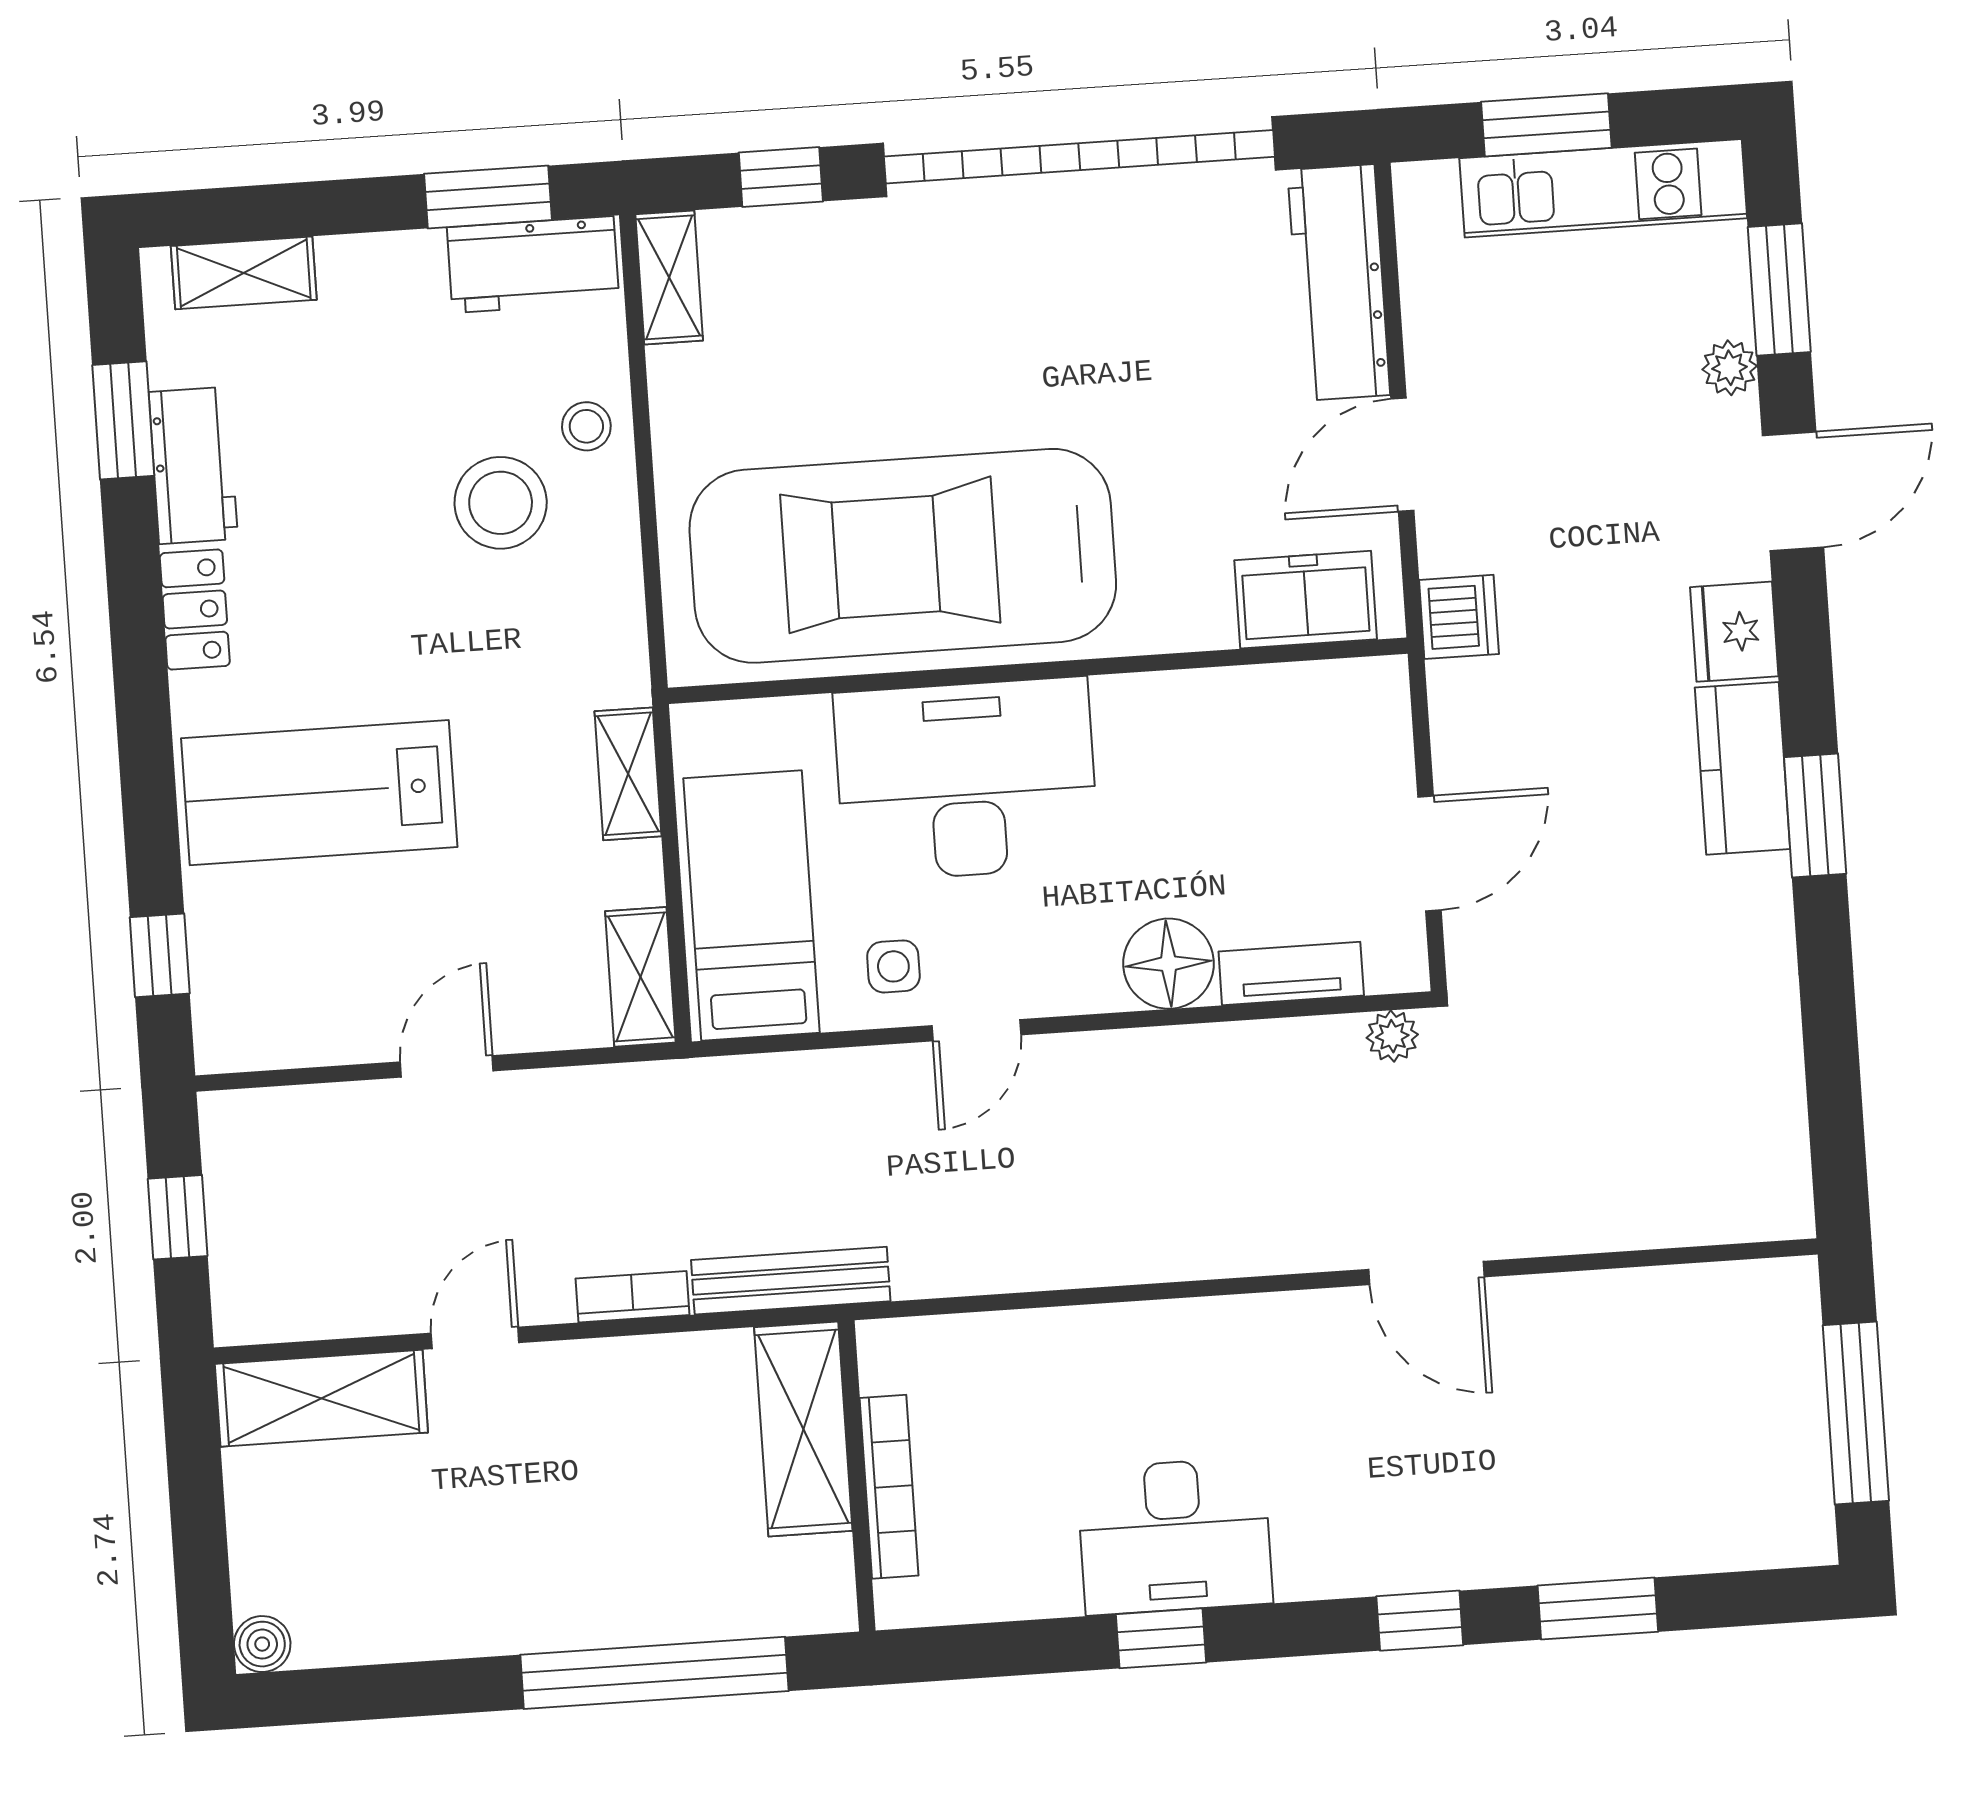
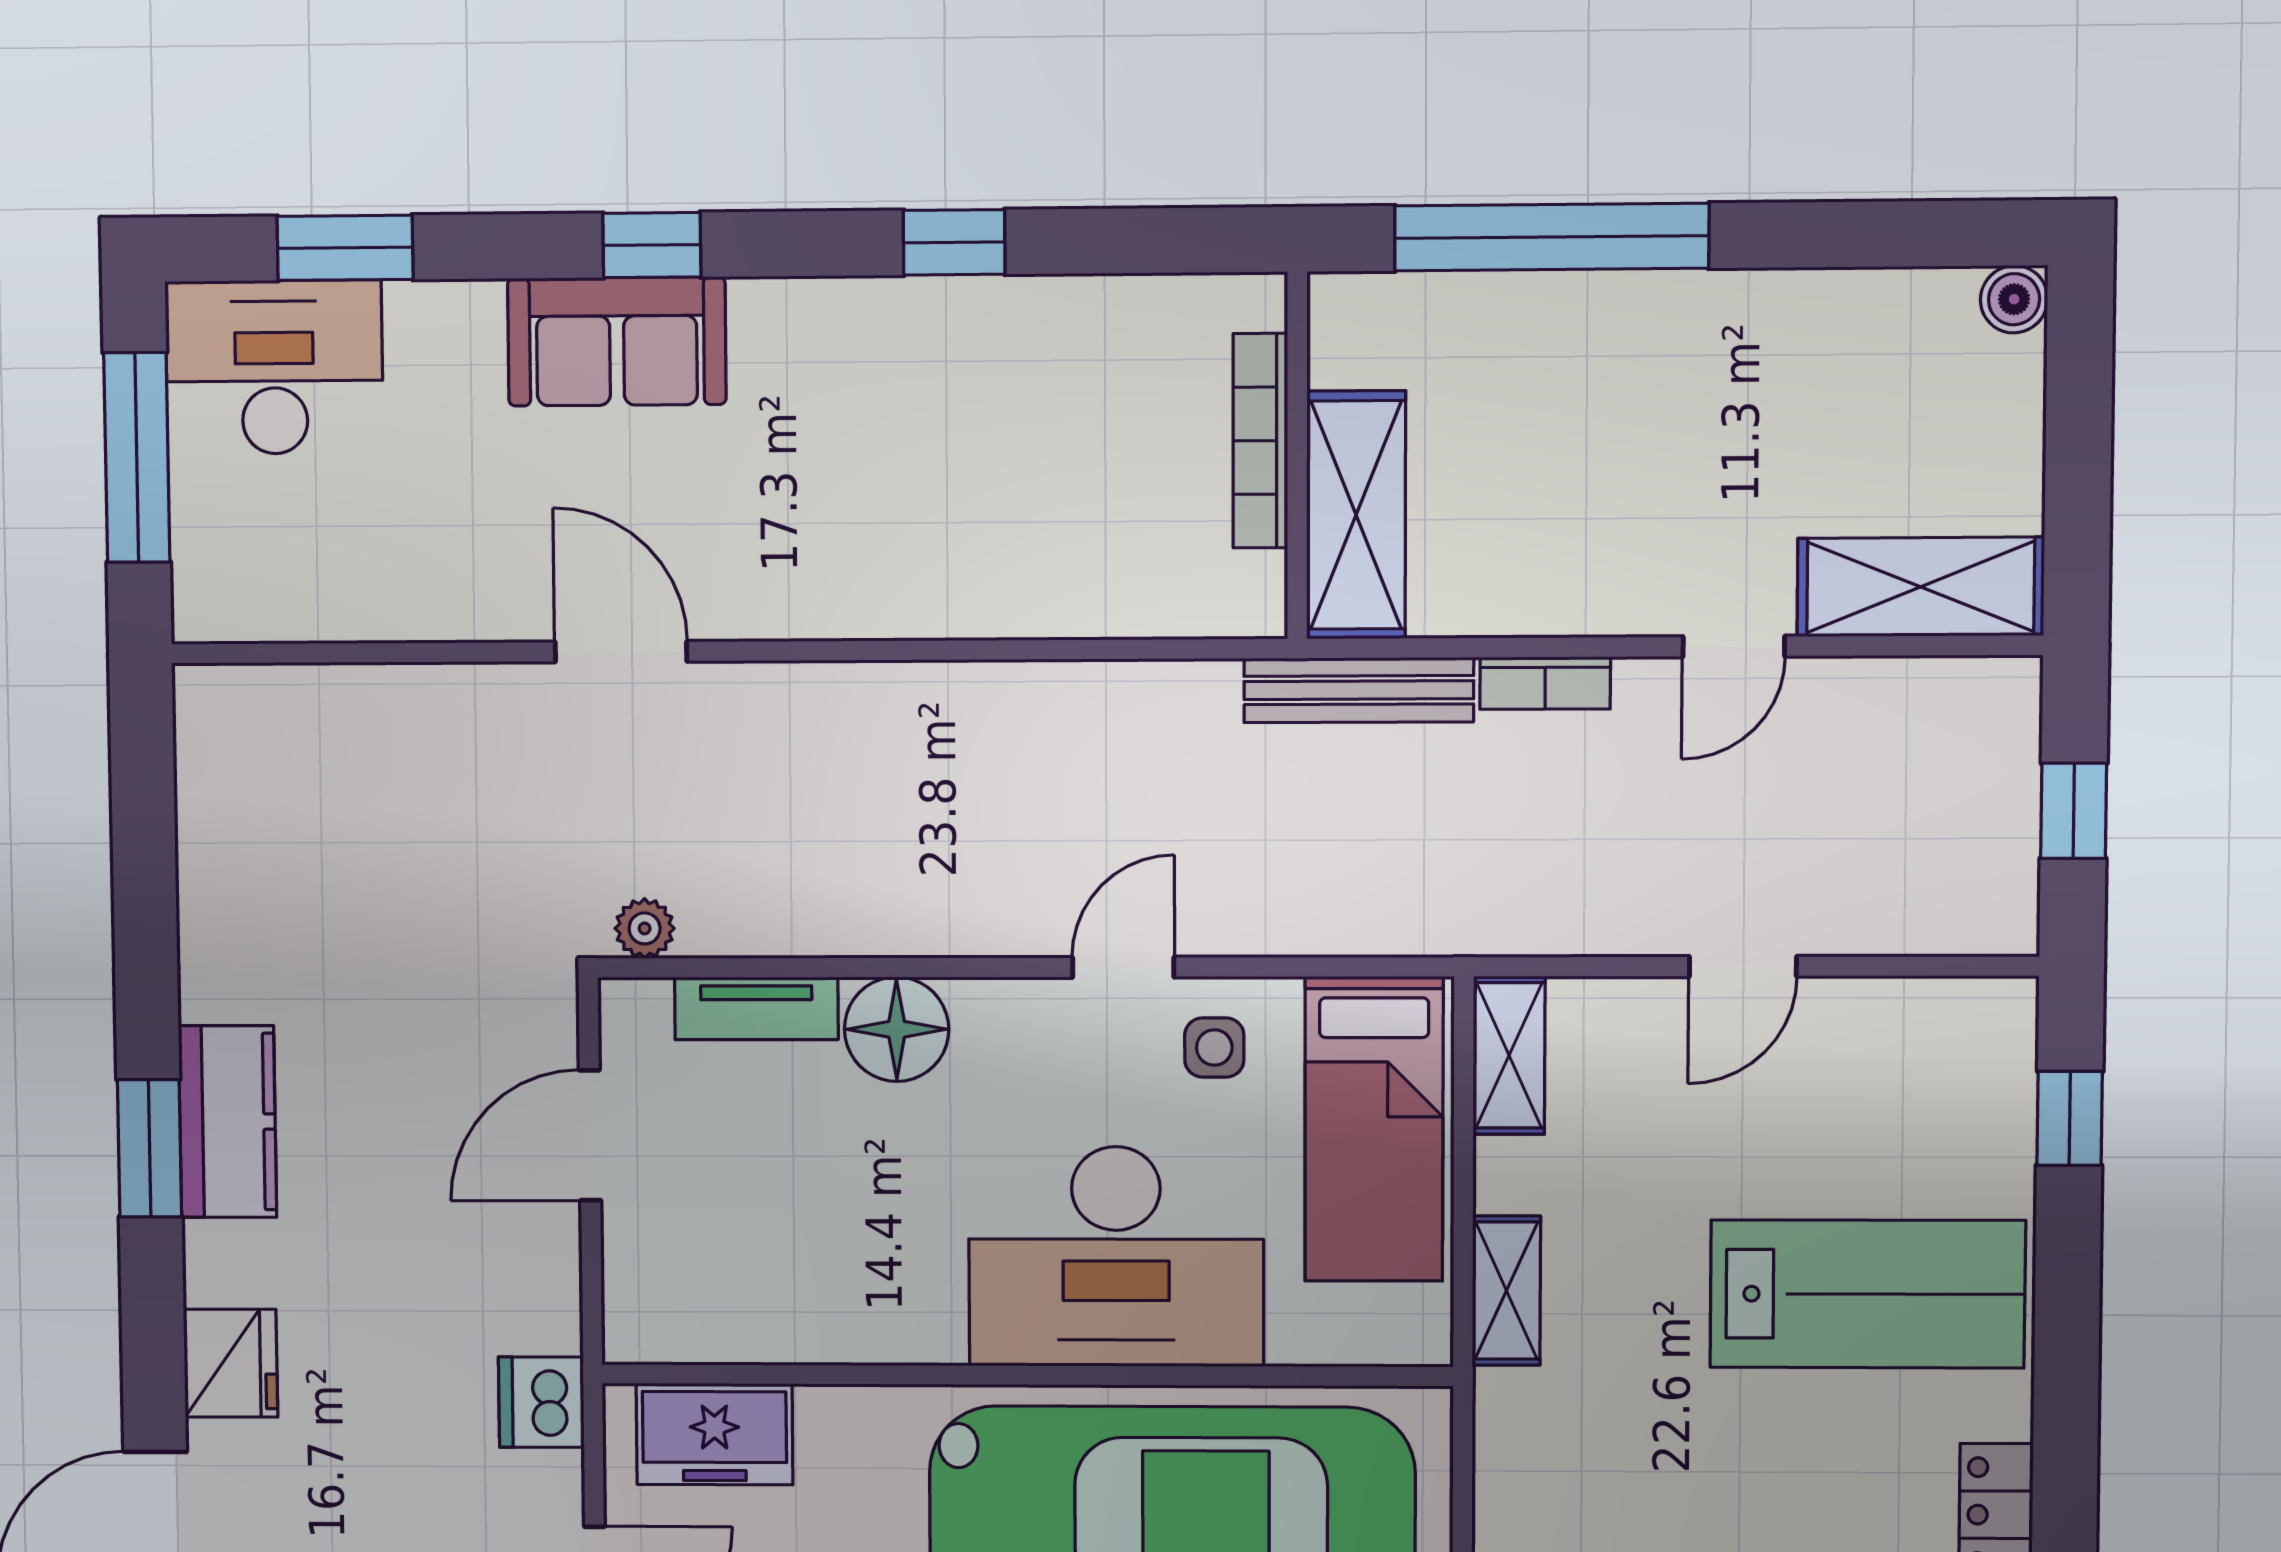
kitchen counter: (1743, 768) -> (228, 1122), moved
desk: (1175, 1536) -> (274, 367), moved
sofa: (1445, 1537) -> (617, 341), added
window: (1598, 1609) -> (345, 248), moved

